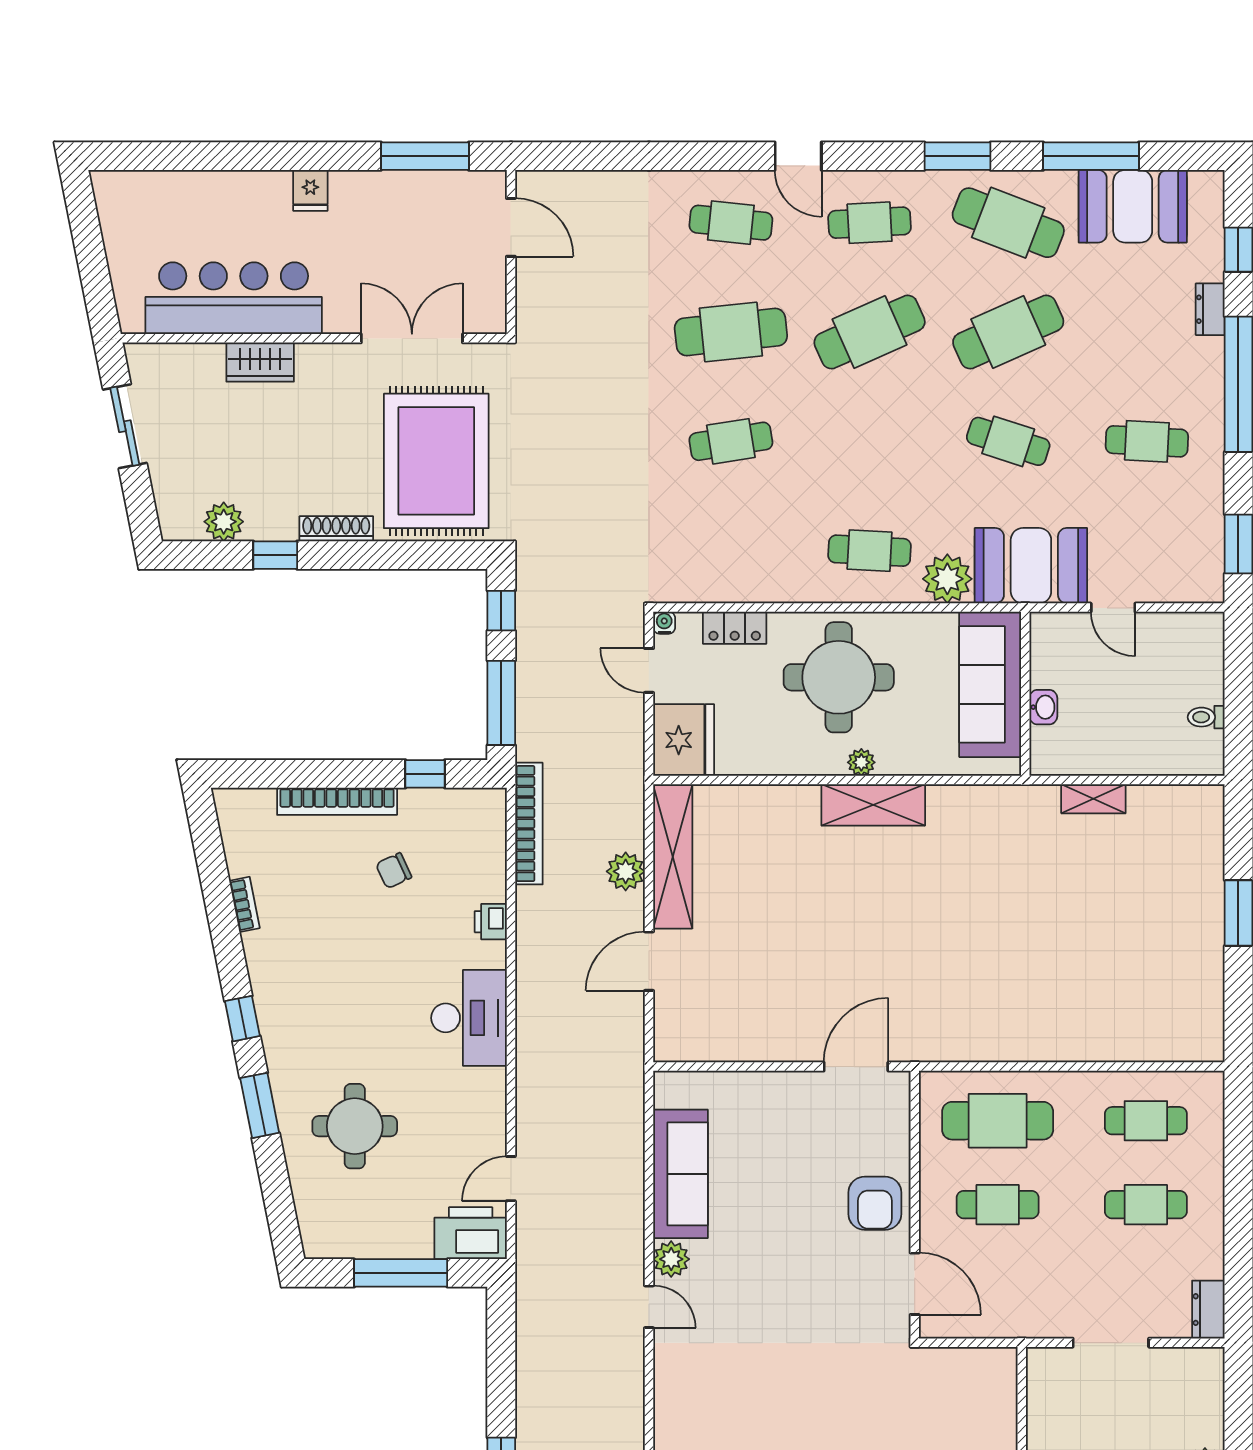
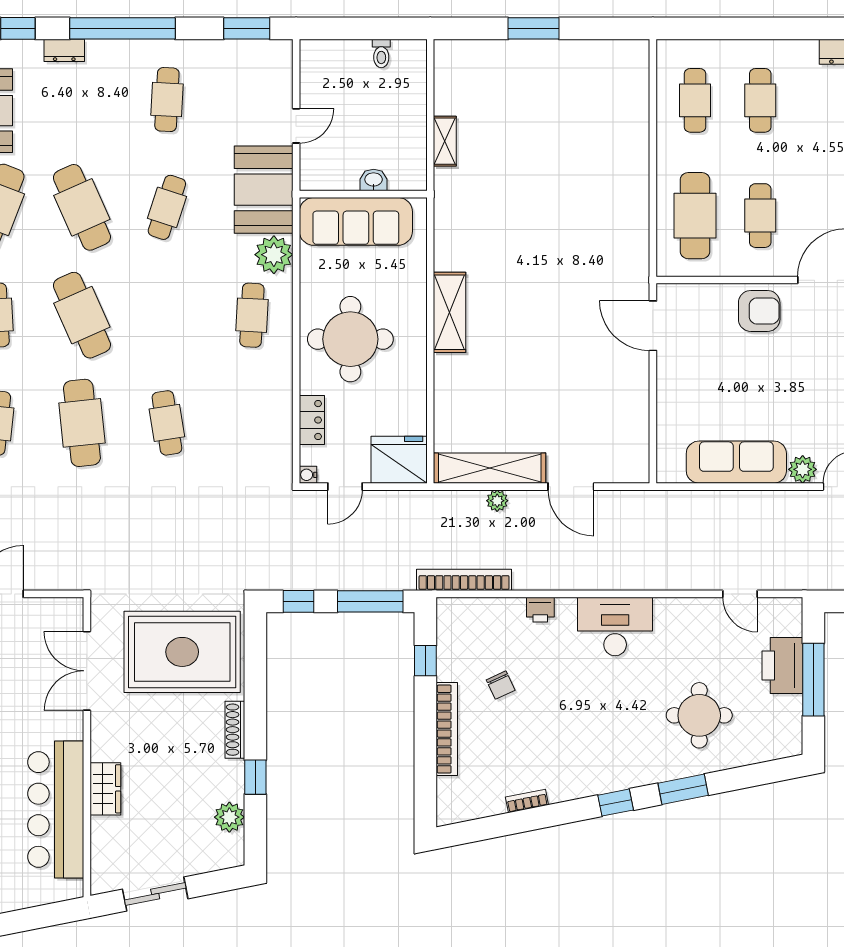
plant: (861, 762) -> (416, 322), removed
plant: (626, 871) -> (497, 501), width x0.73, depth x0.73
printer: (471, 1233) -> (782, 665), moved

